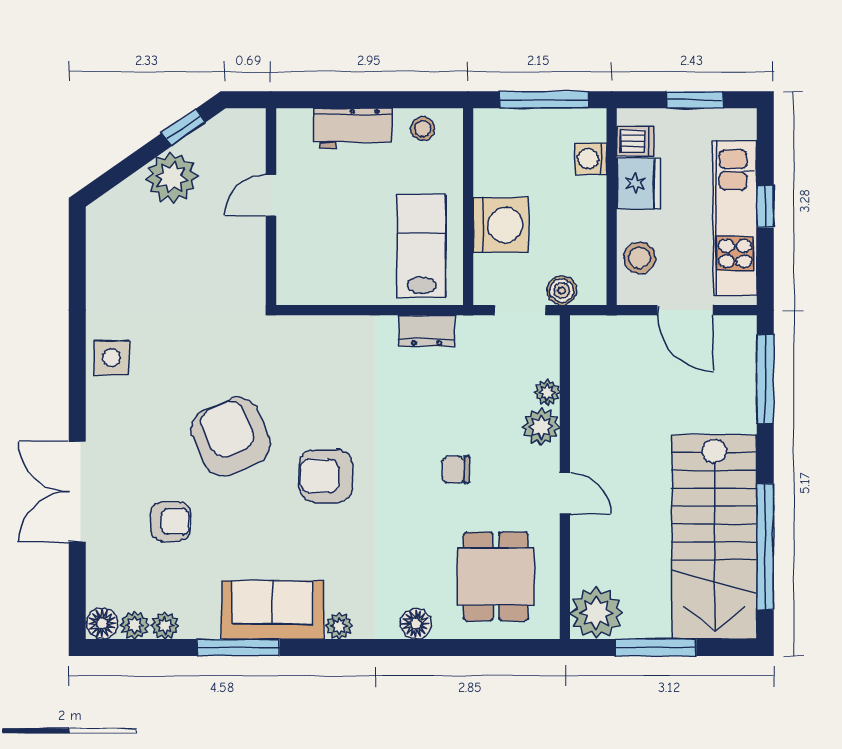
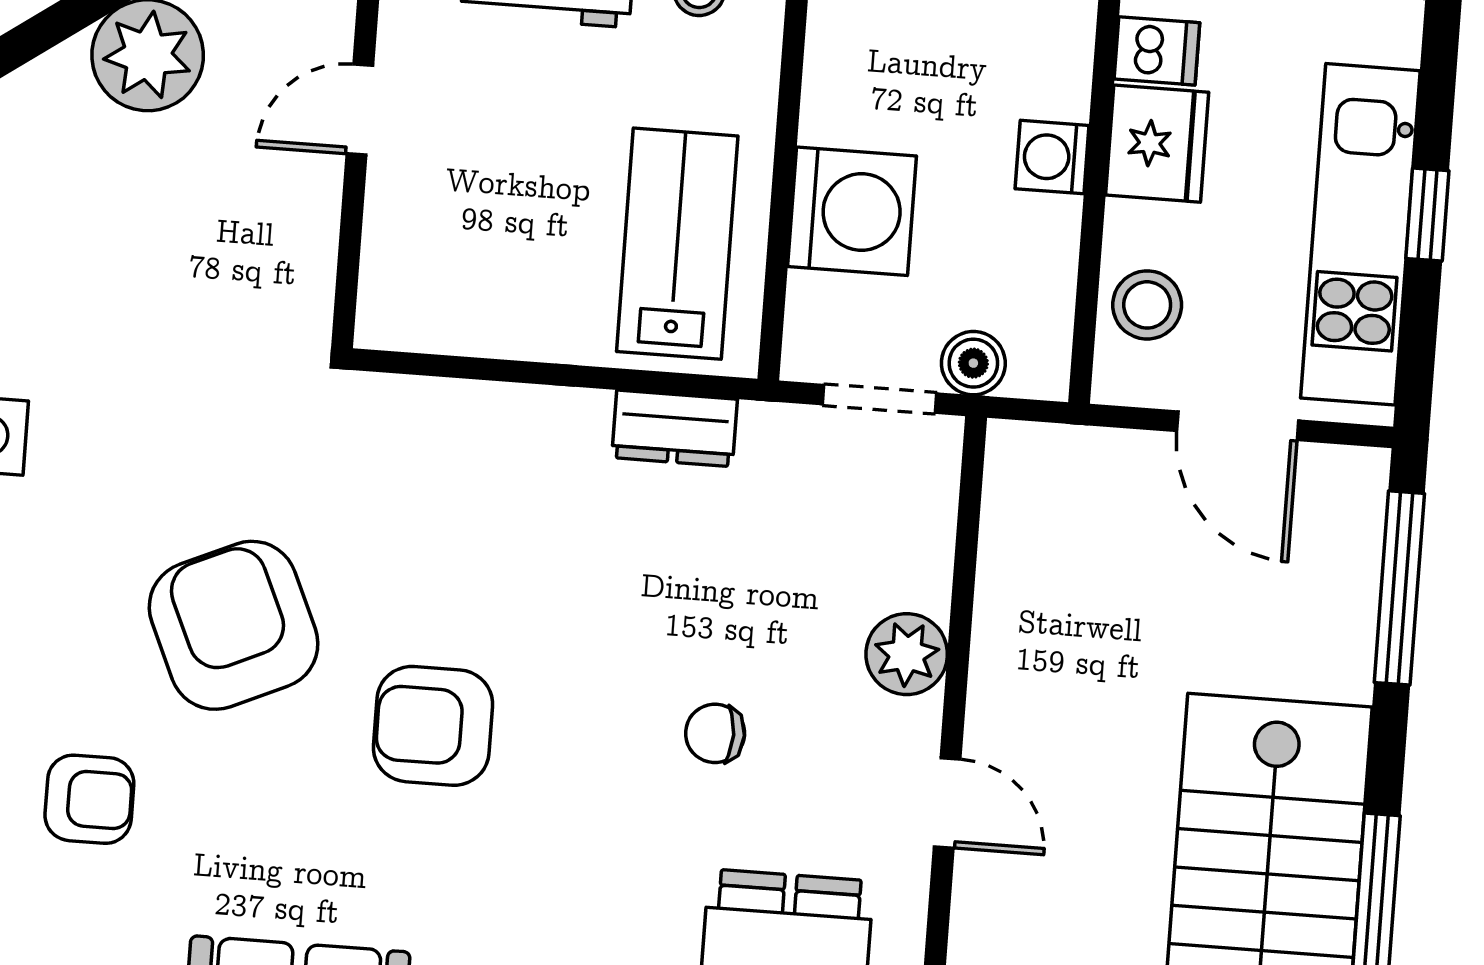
washing machine: (591, 159) -> (1052, 157), moved
plant: (547, 392) -> (925, 581), removed

